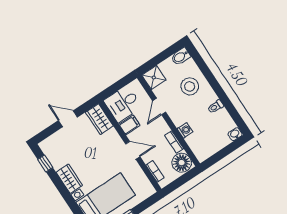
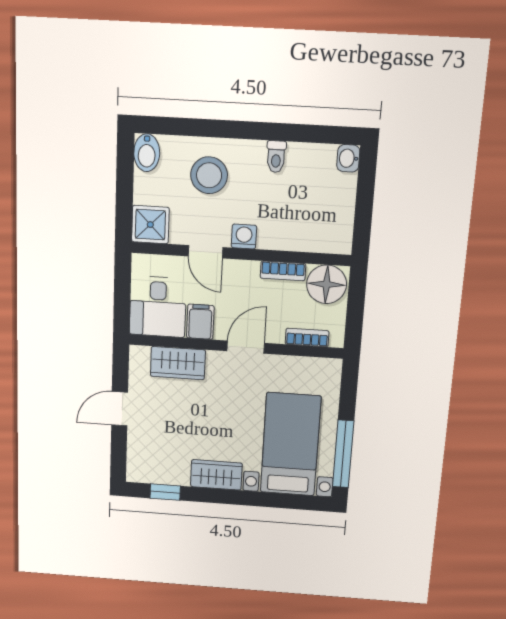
wardrobe: (99, 119) -> (178, 363), moved
washing machine: (185, 130) -> (244, 237), moved

